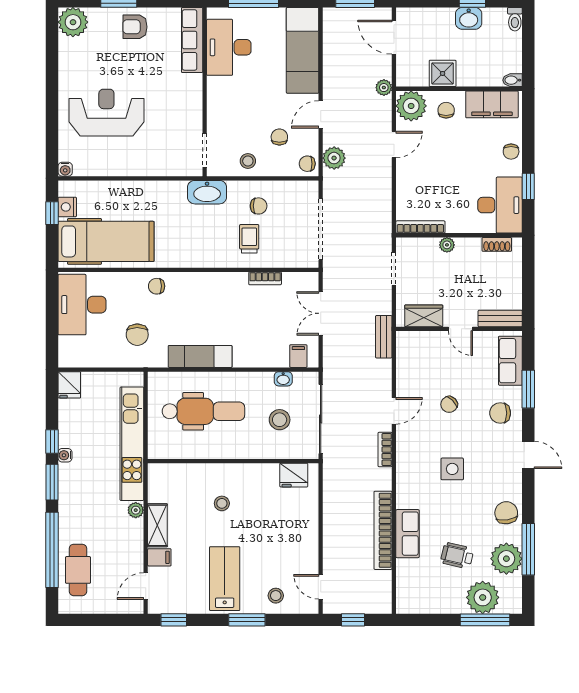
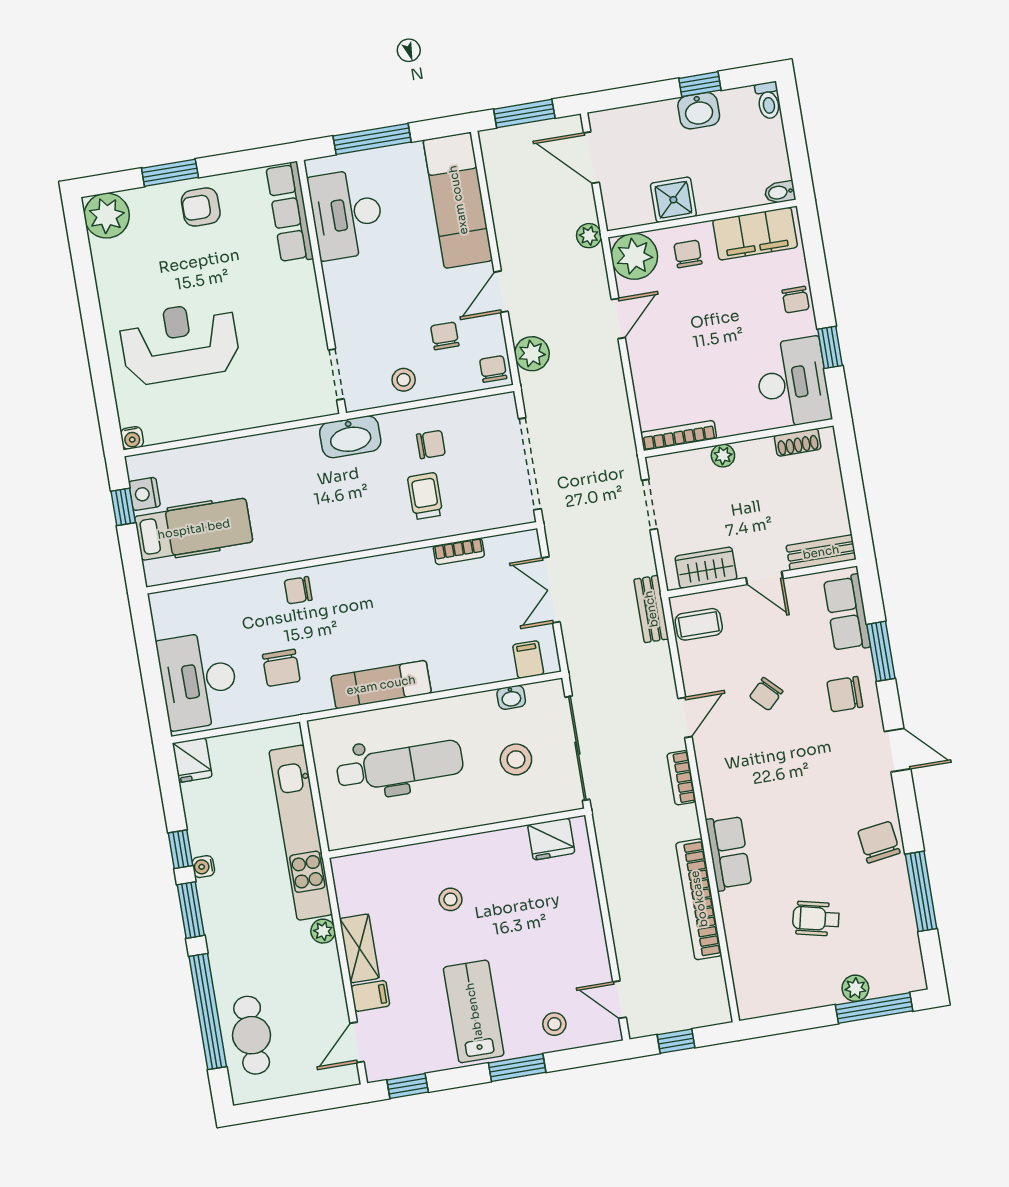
chair: (307, 164) -> (493, 369), turned 90
hospital bed: (106, 241) -> (194, 529), width x0.73, depth x0.78
desk: (82, 305) -> (198, 680), moved
coffee table: (413, 352) -> (699, 624), added
side table: (452, 469) -> (787, 790), removed
row of seats: (407, 534) -> (729, 853), moved
plant: (506, 559) -> (891, 911), removed
plant: (483, 597) -> (855, 988), width x0.53, depth x0.53

